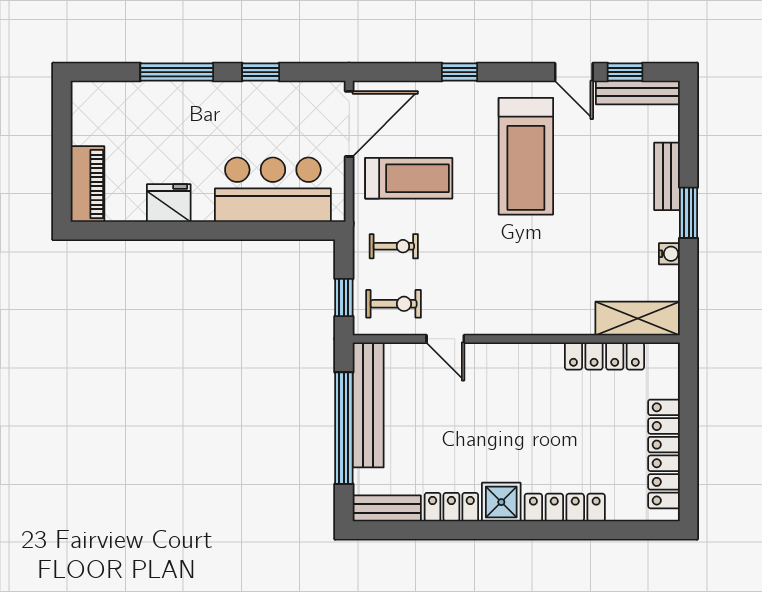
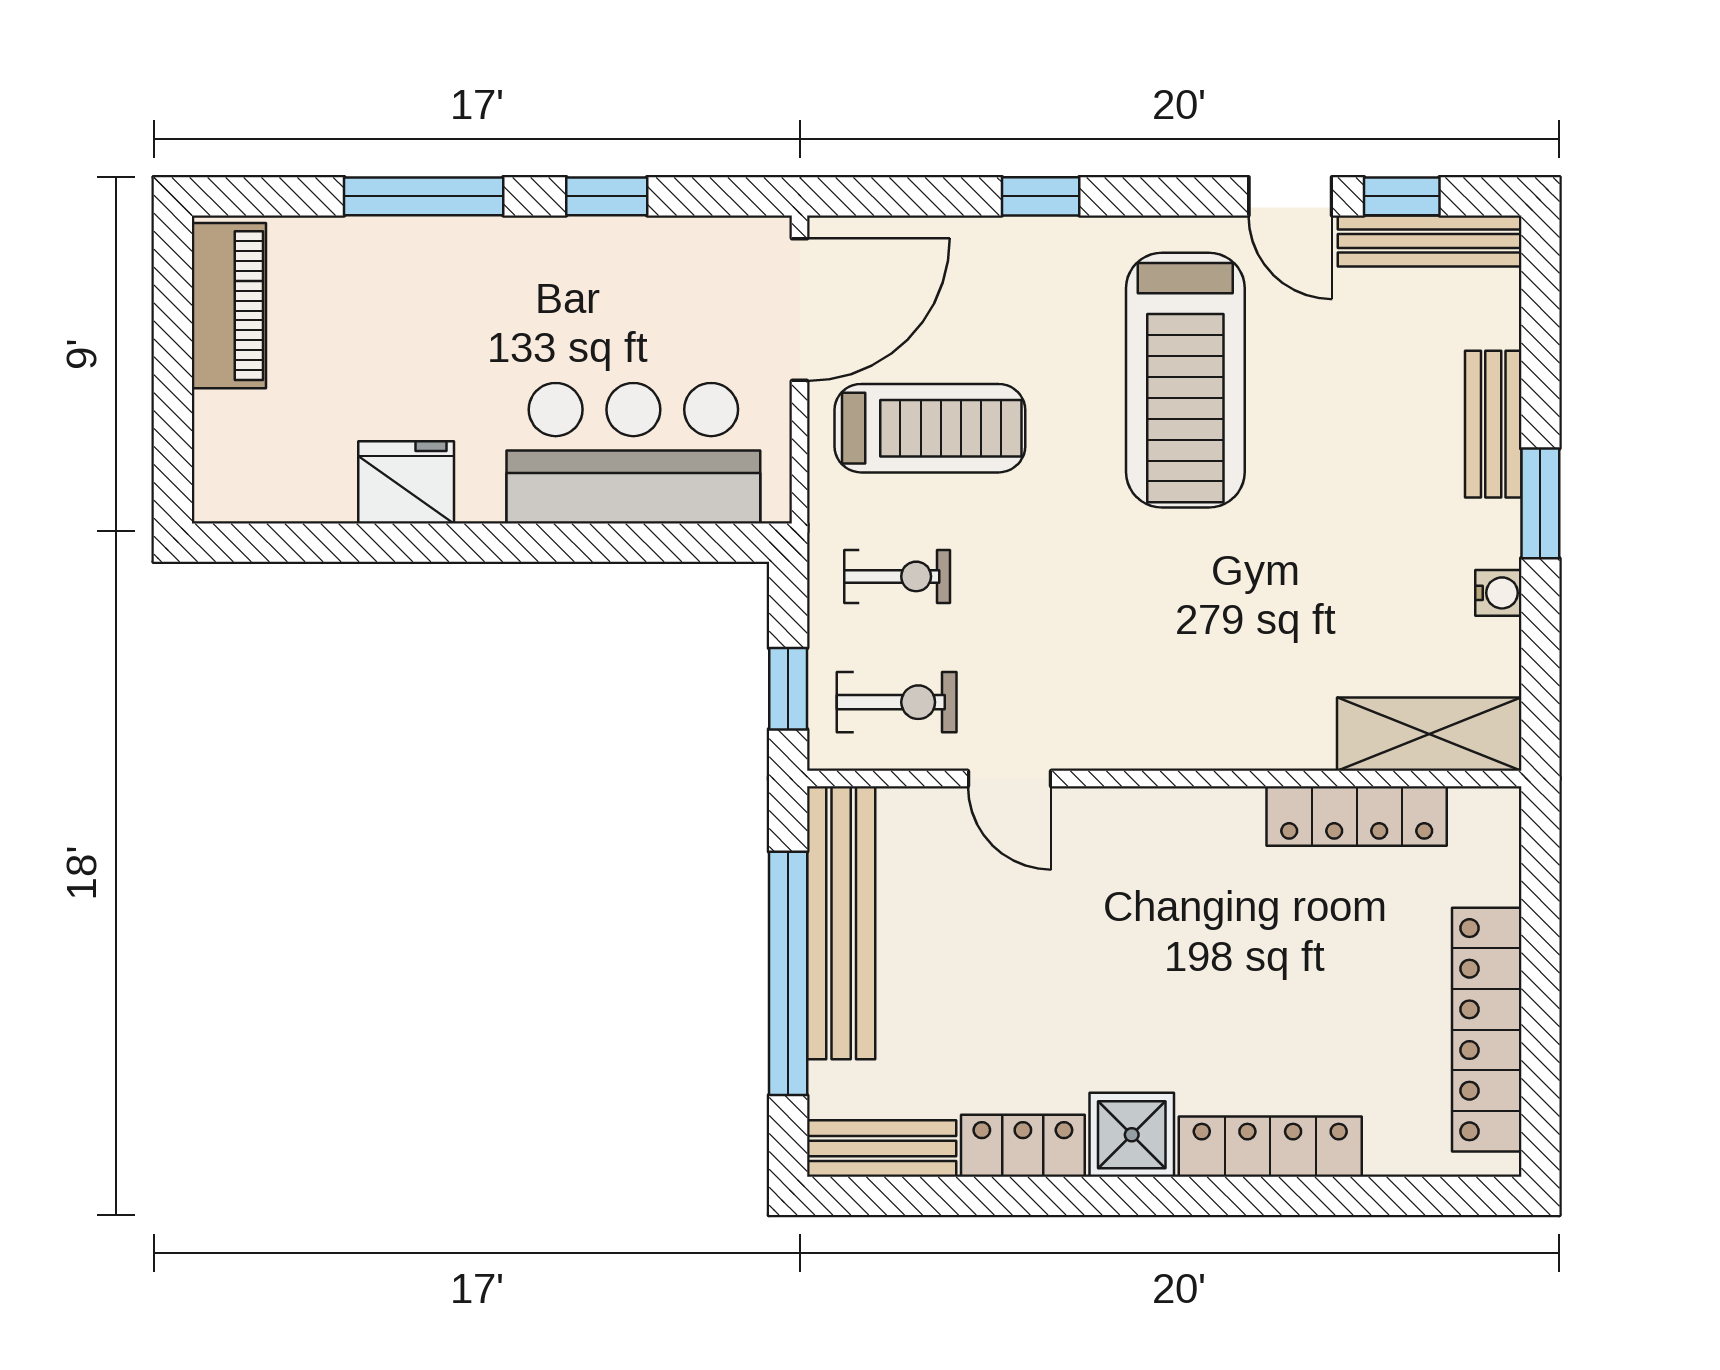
piano: (88, 184) -> (229, 306), moved

